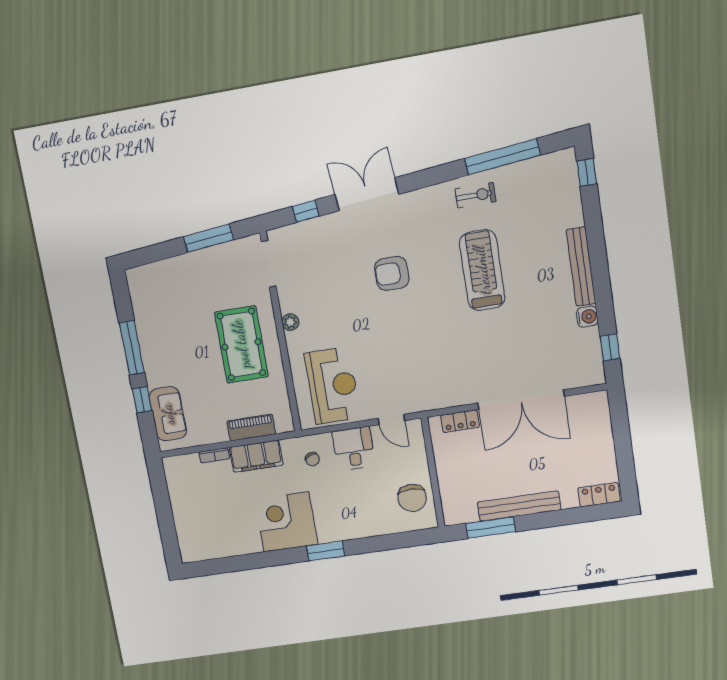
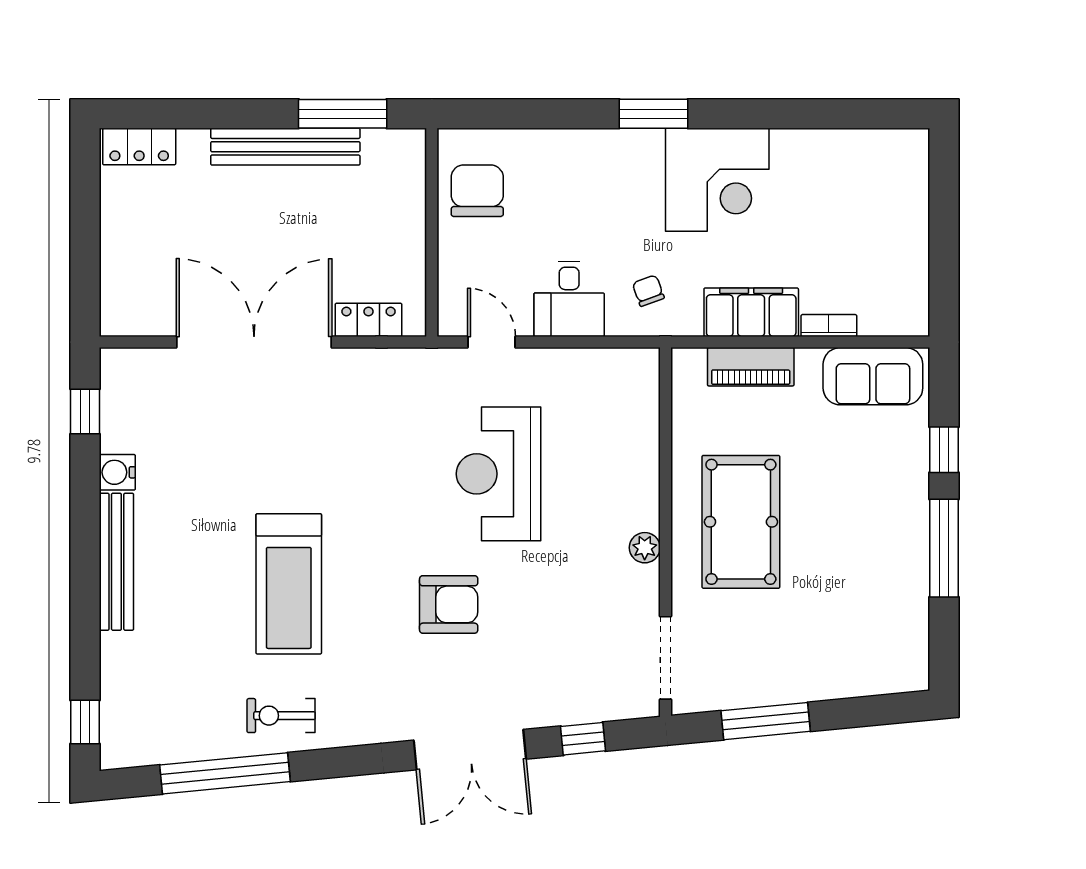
reception desk: (333, 386) -> (499, 474), moved
sofa: (168, 414) -> (873, 376), moved, turned -90

